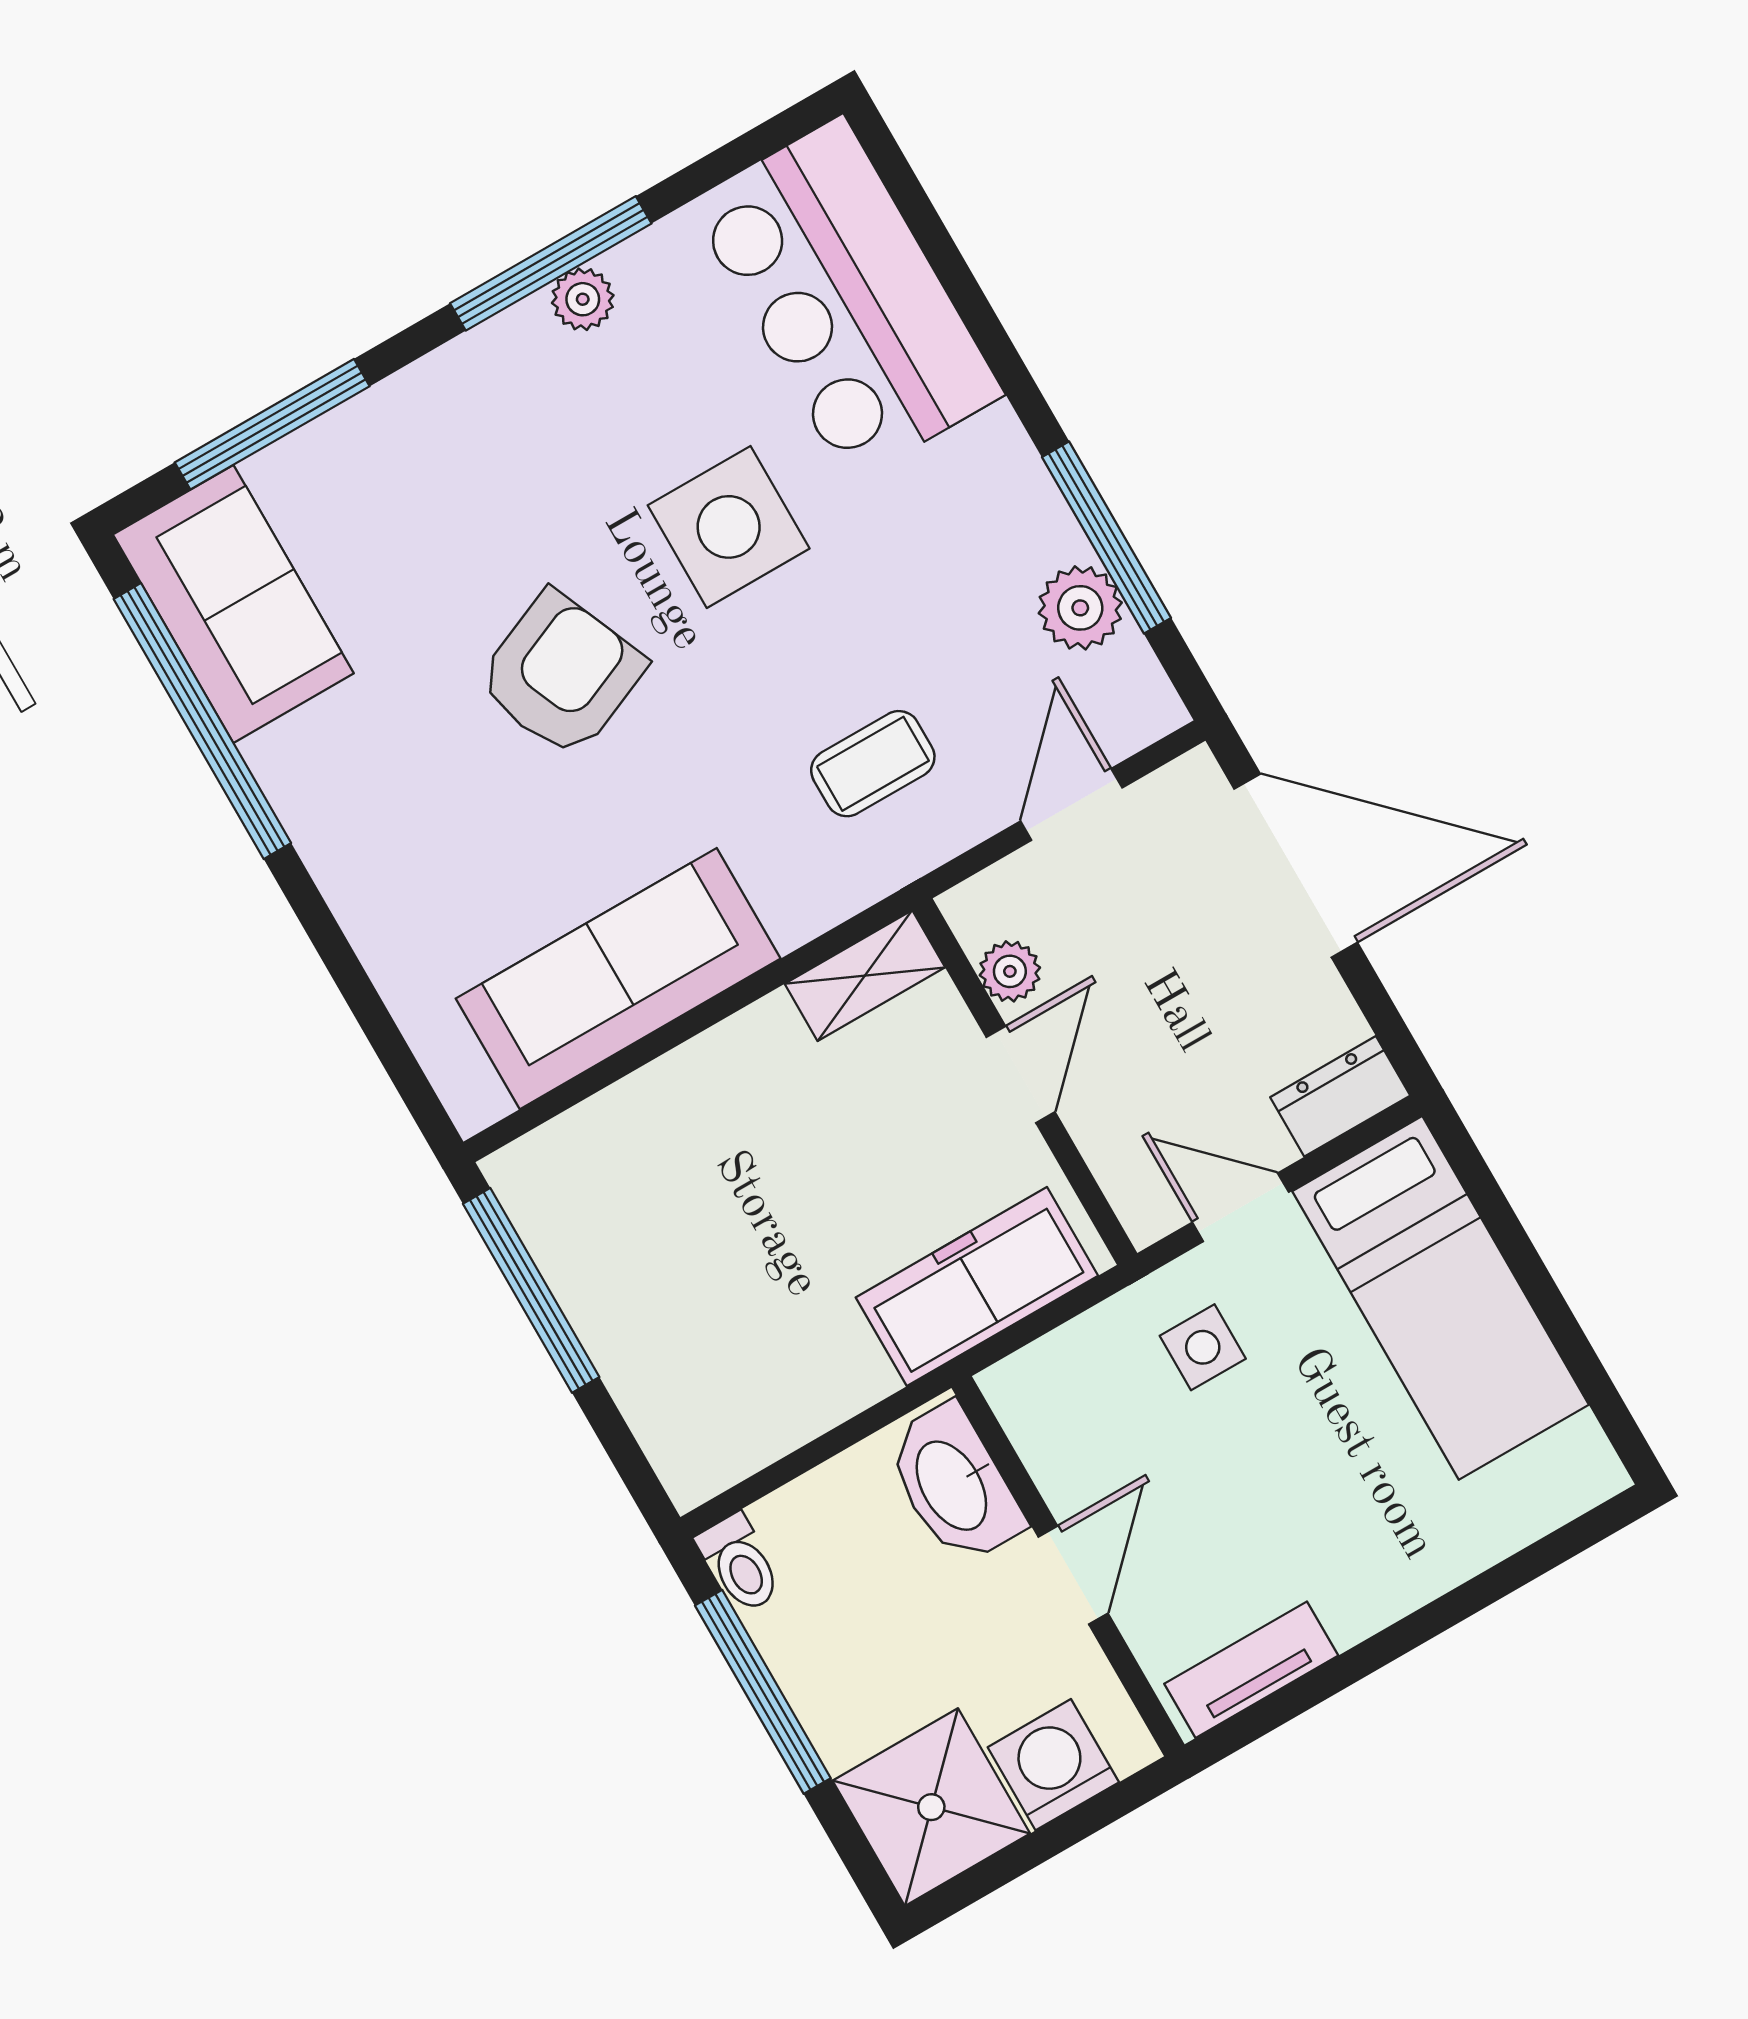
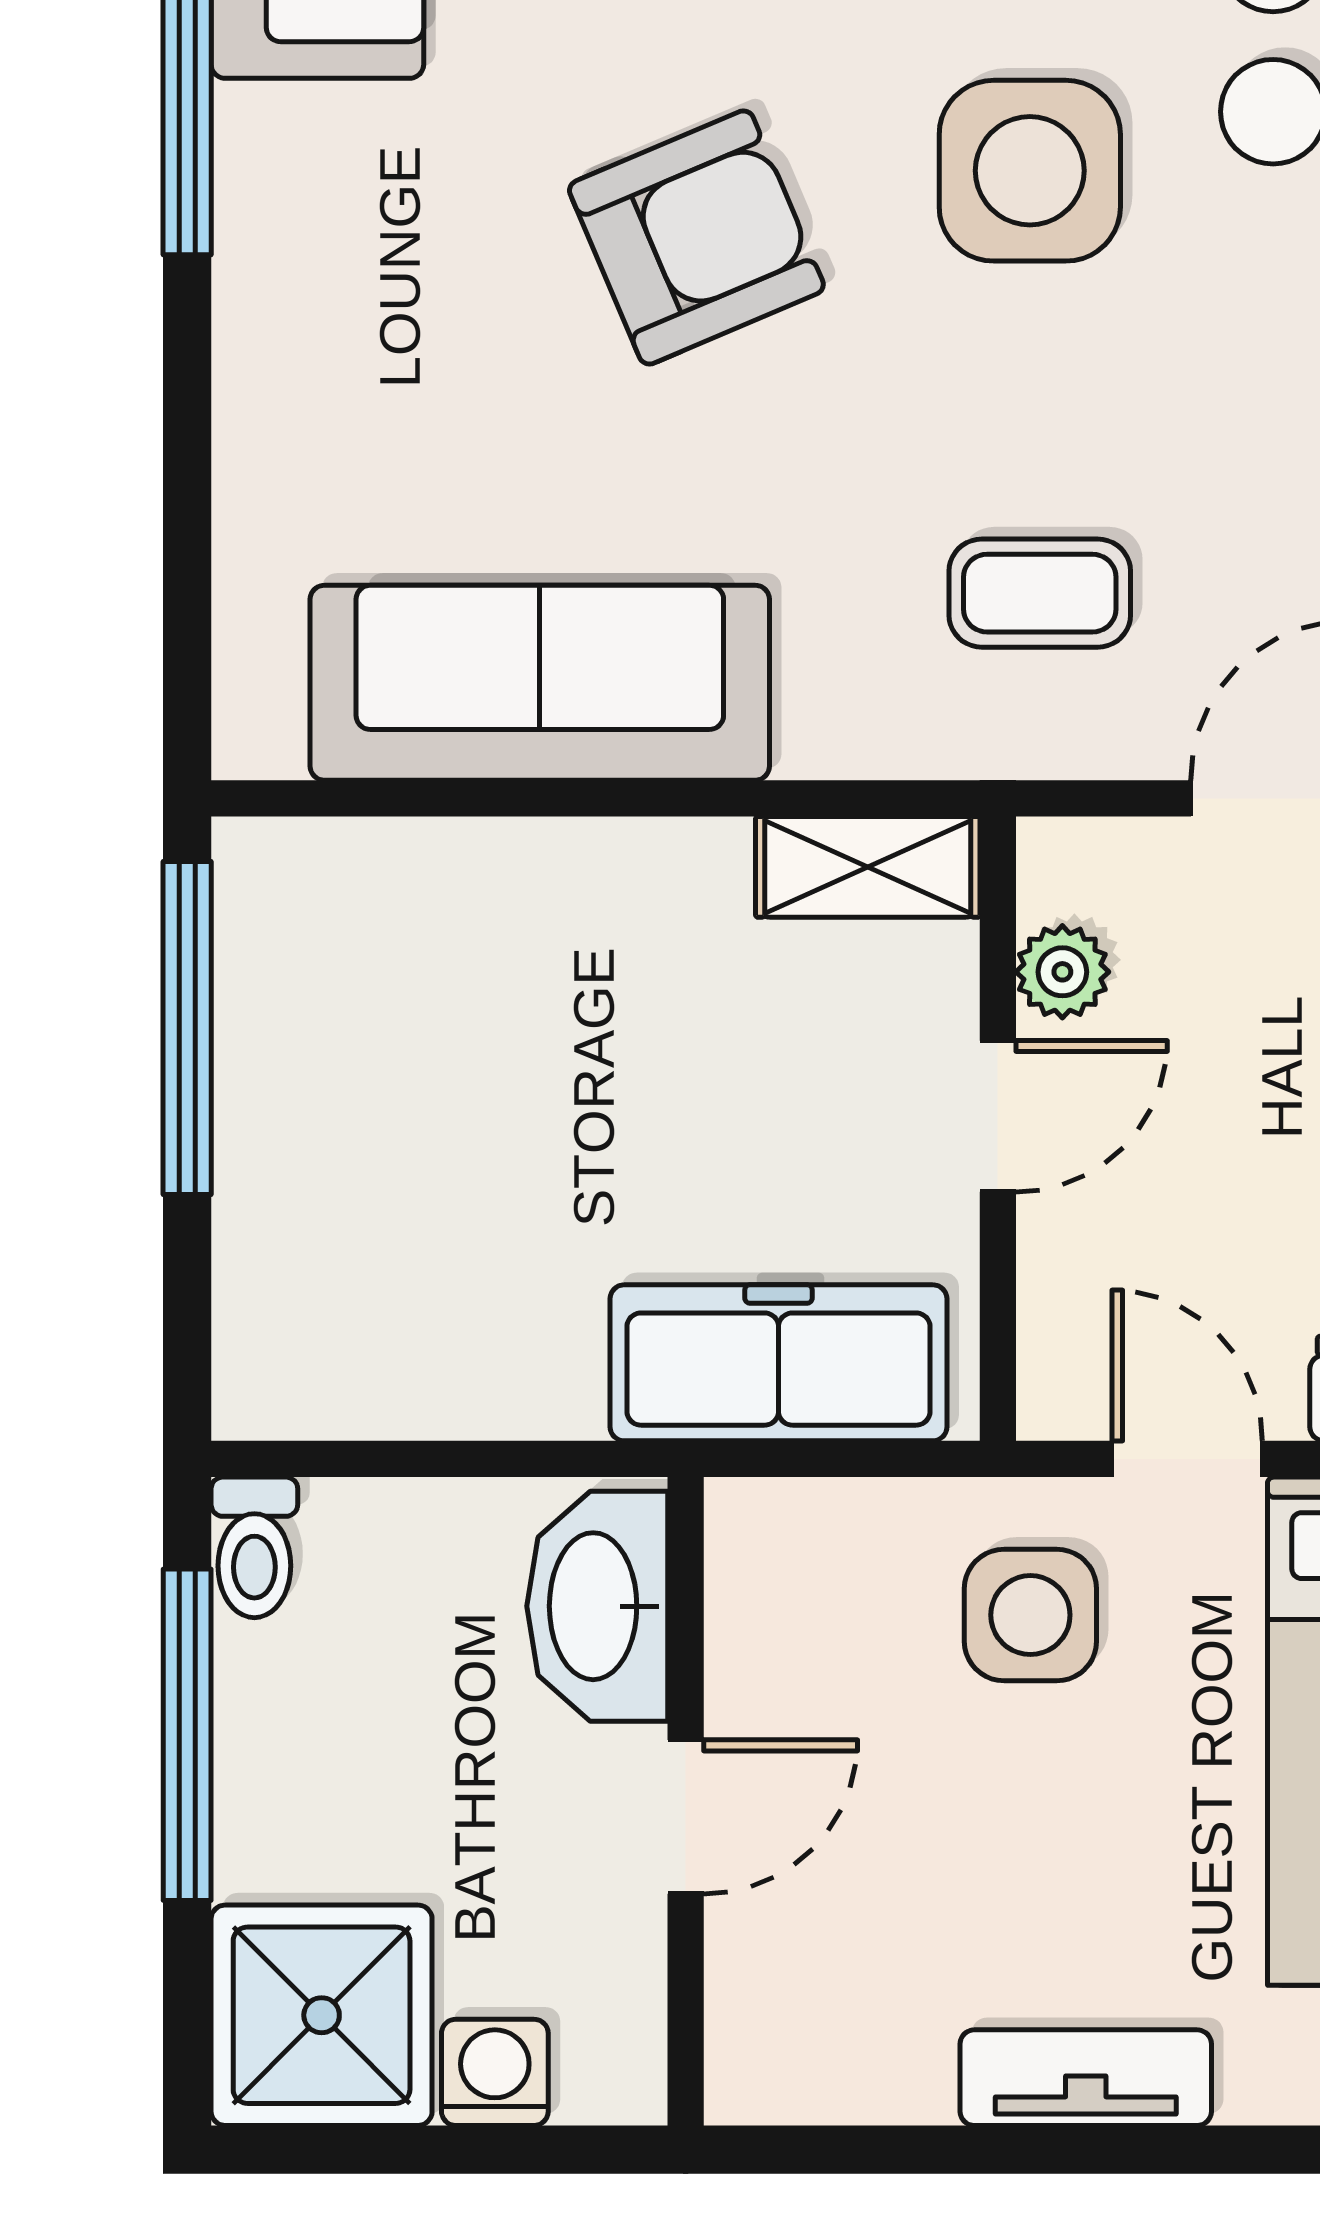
side table: (1203, 1347) -> (1030, 1615), width x1.37, depth x1.37
tv unit: (1251, 1670) -> (1086, 2078), moved
washing machine: (1053, 1765) -> (495, 2072), width x0.73, depth x0.73

